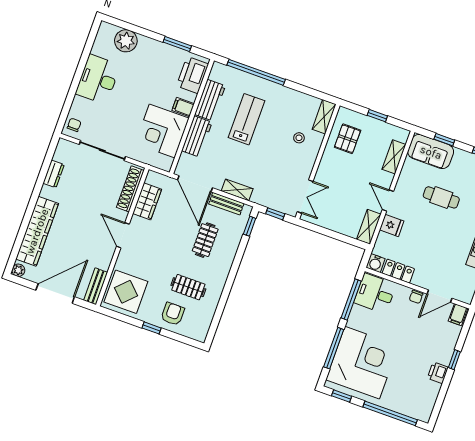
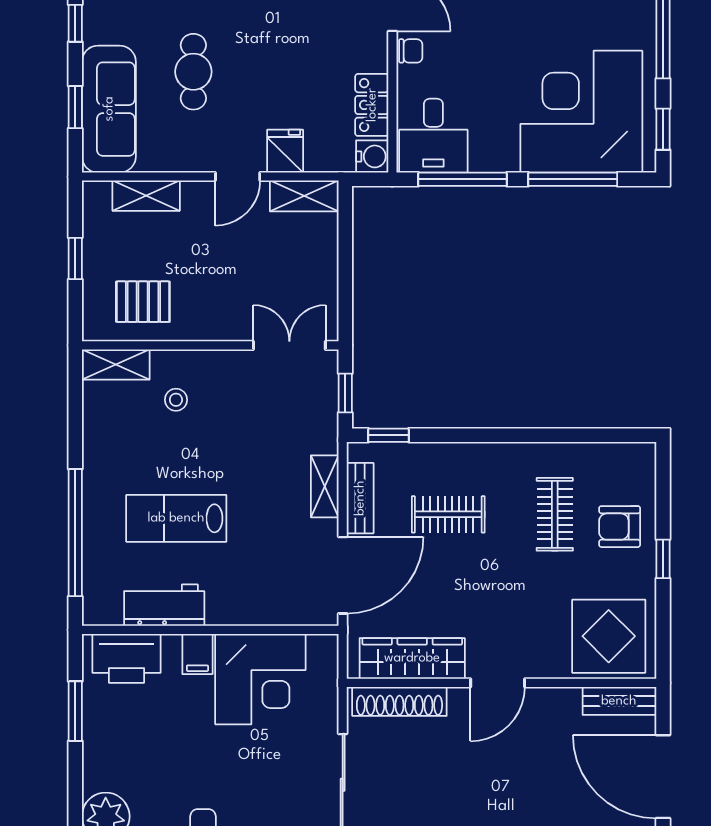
workbench: (197, 137) -> (247, 605), removed
sofa: (431, 152) -> (109, 109), width x1.36
wardrobe: (147, 201) -> (412, 658), width x1.50

